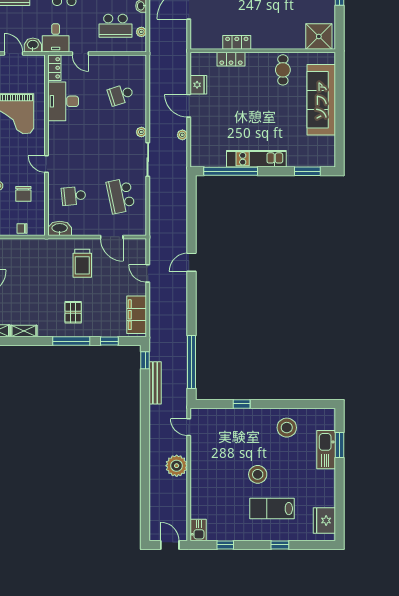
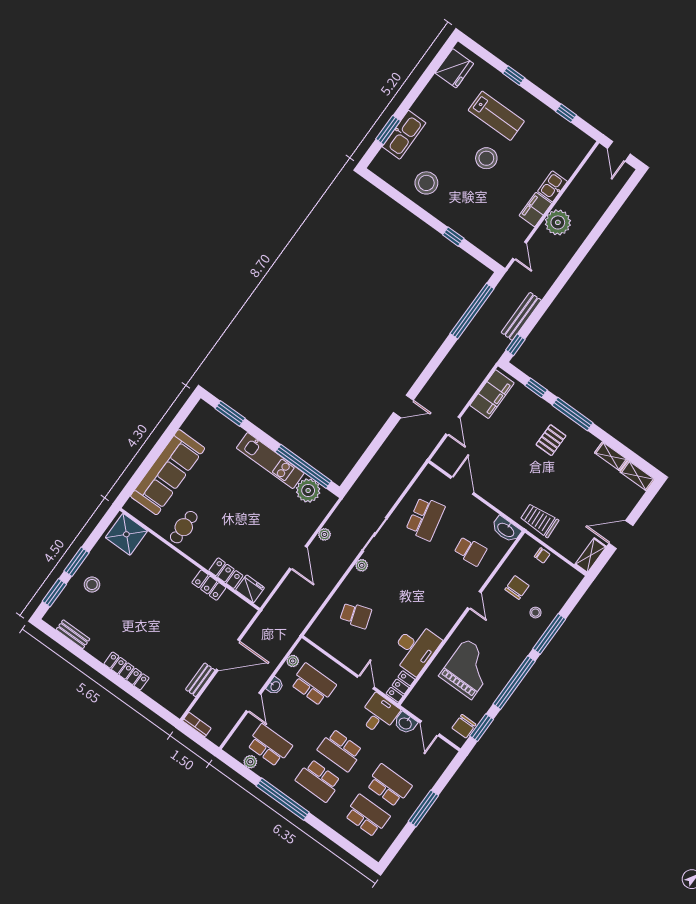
fridge: (198, 85) -> (250, 589), moved, turned 90
plant: (215, 157) -> (308, 491), added
trolley: (82, 263) -> (539, 520), moved, turned -93
filing cabinet: (199, 463) -> (535, 209), added
kitchen sink: (198, 530) -> (552, 186), moved

